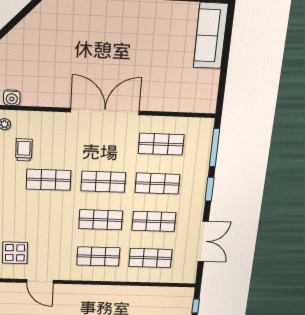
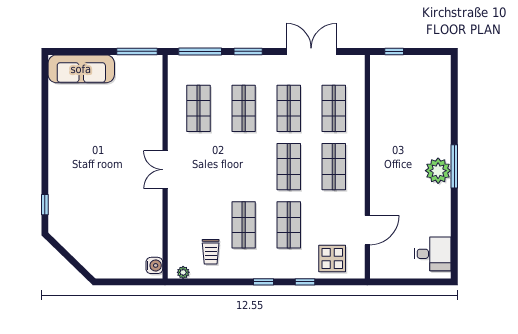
window: (221, 90) -> (137, 51), added
double door: (105, 111) -> (165, 170), width x0.54
trolley: (24, 150) -> (211, 252), turned -90
shop shelf: (103, 182) -> (289, 225), moved

